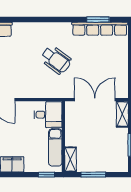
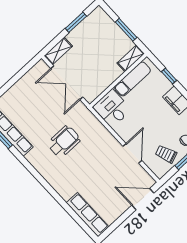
wheelchair: (56, 60) -> (64, 142), turned 53
window: (46, 175) -> (169, 76), moved

